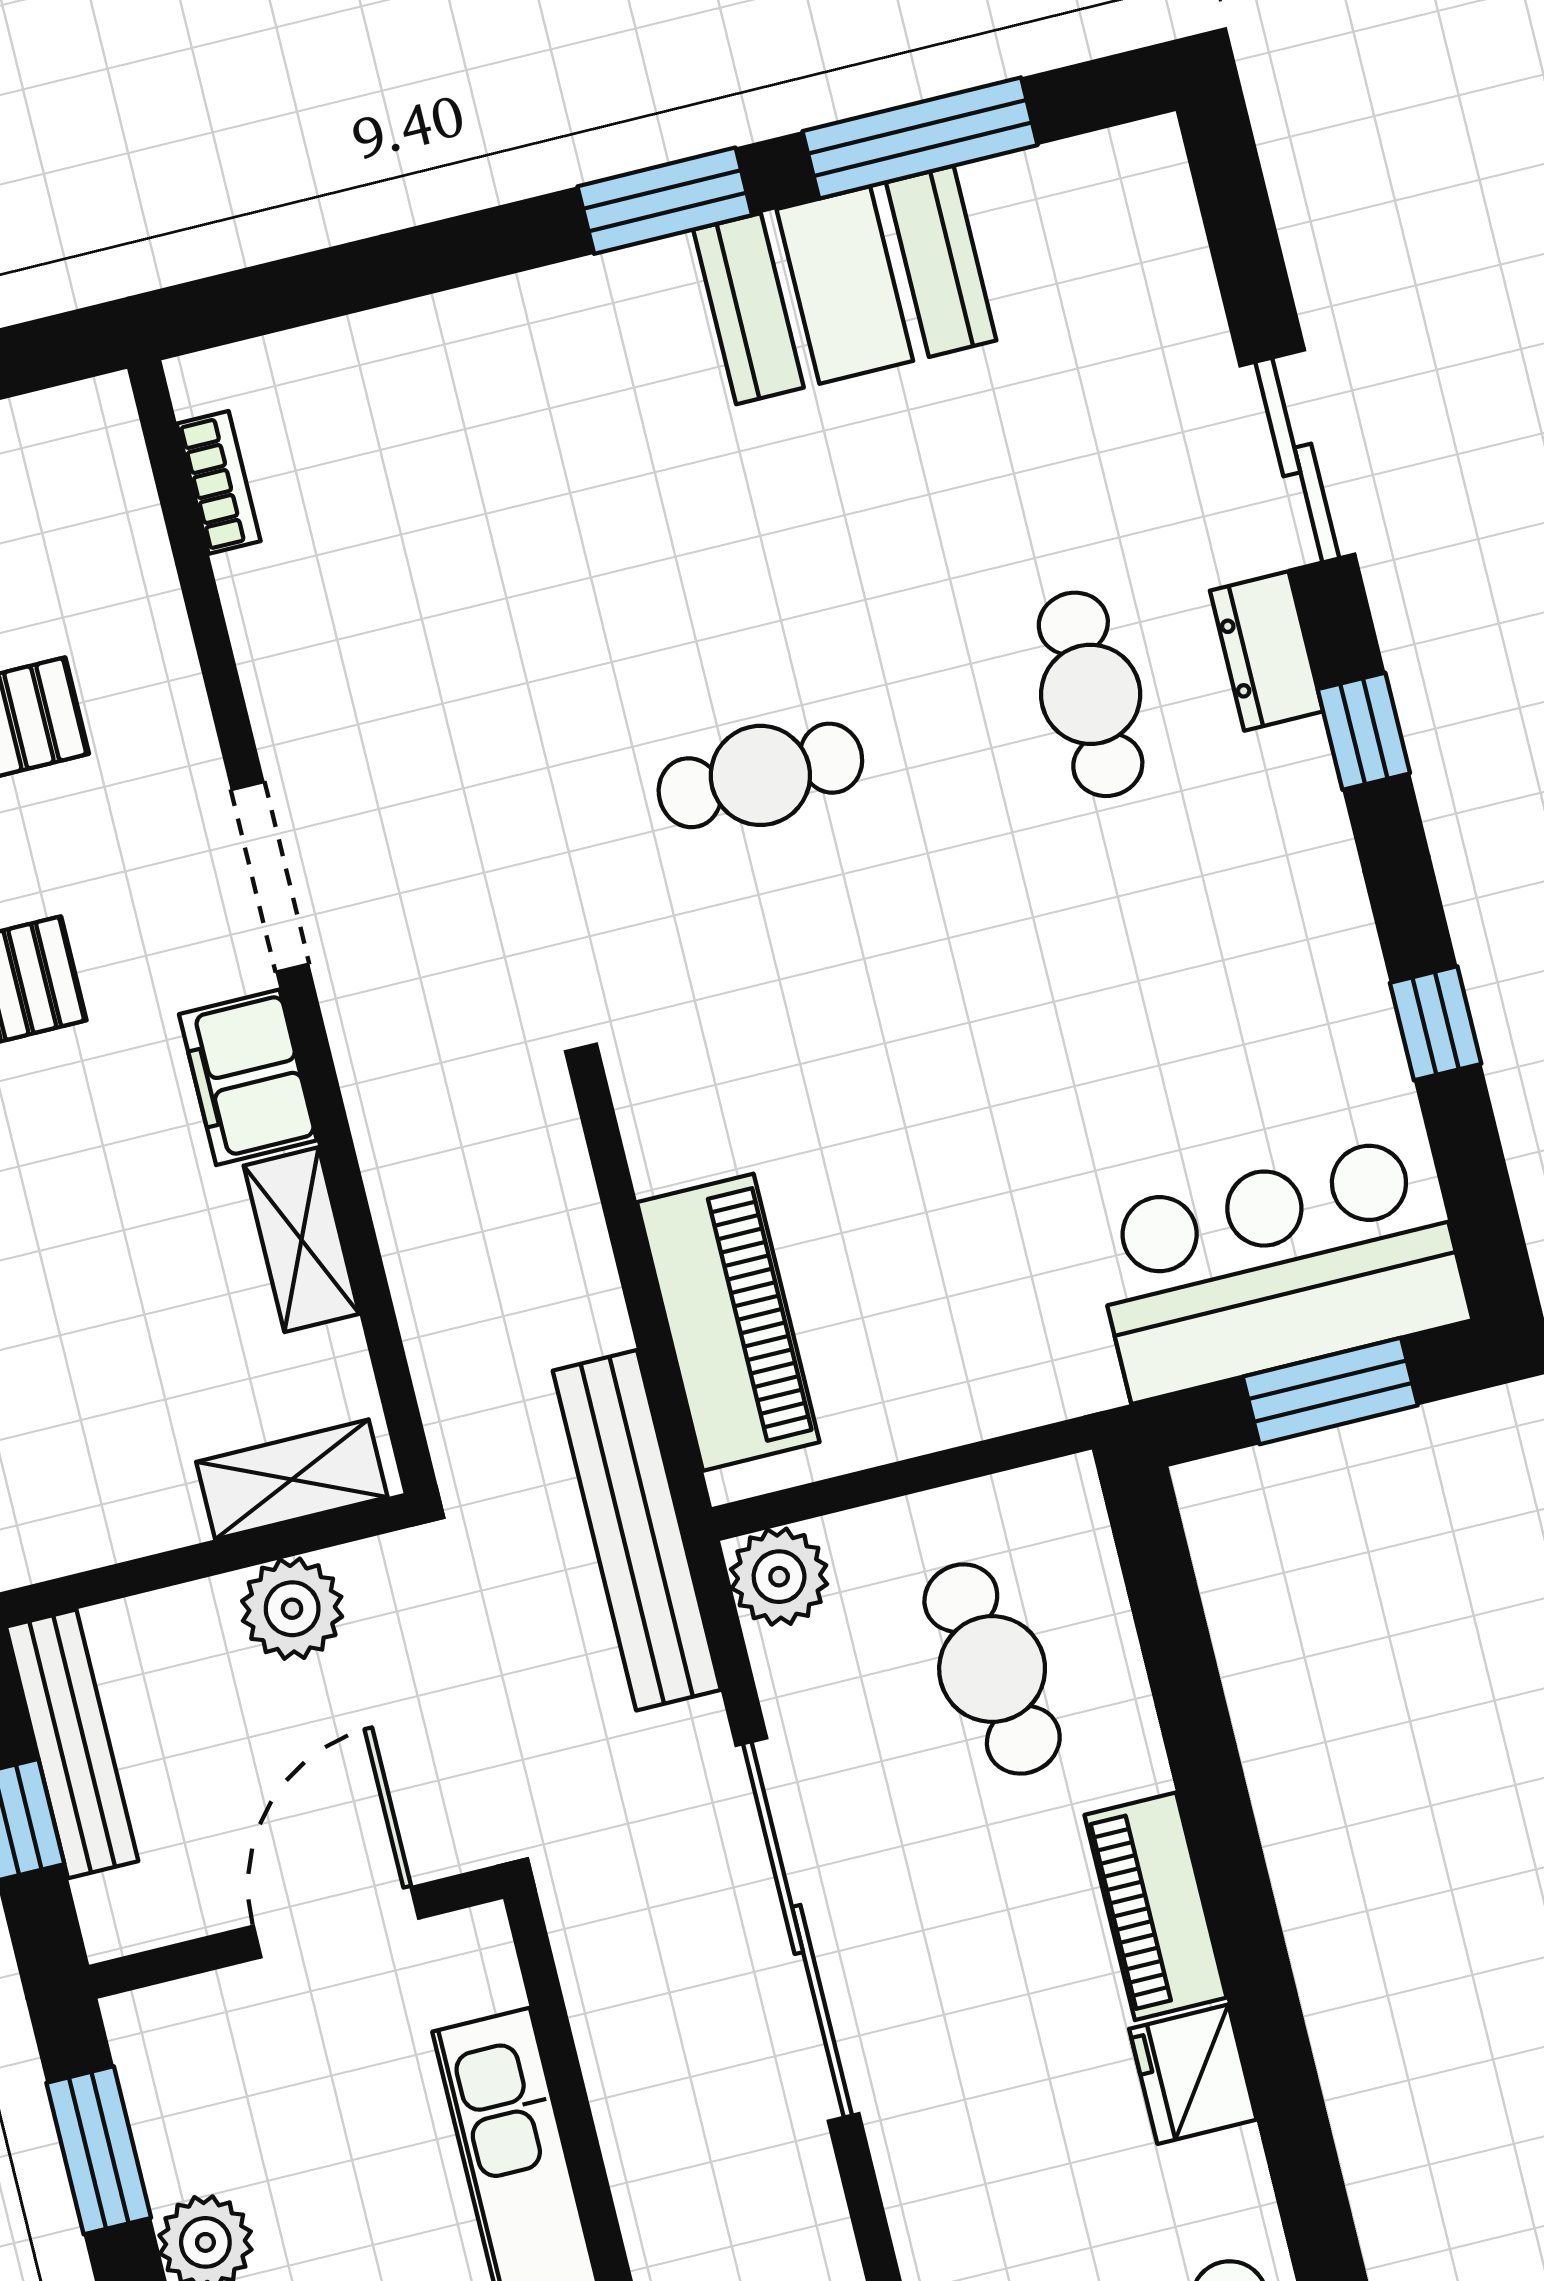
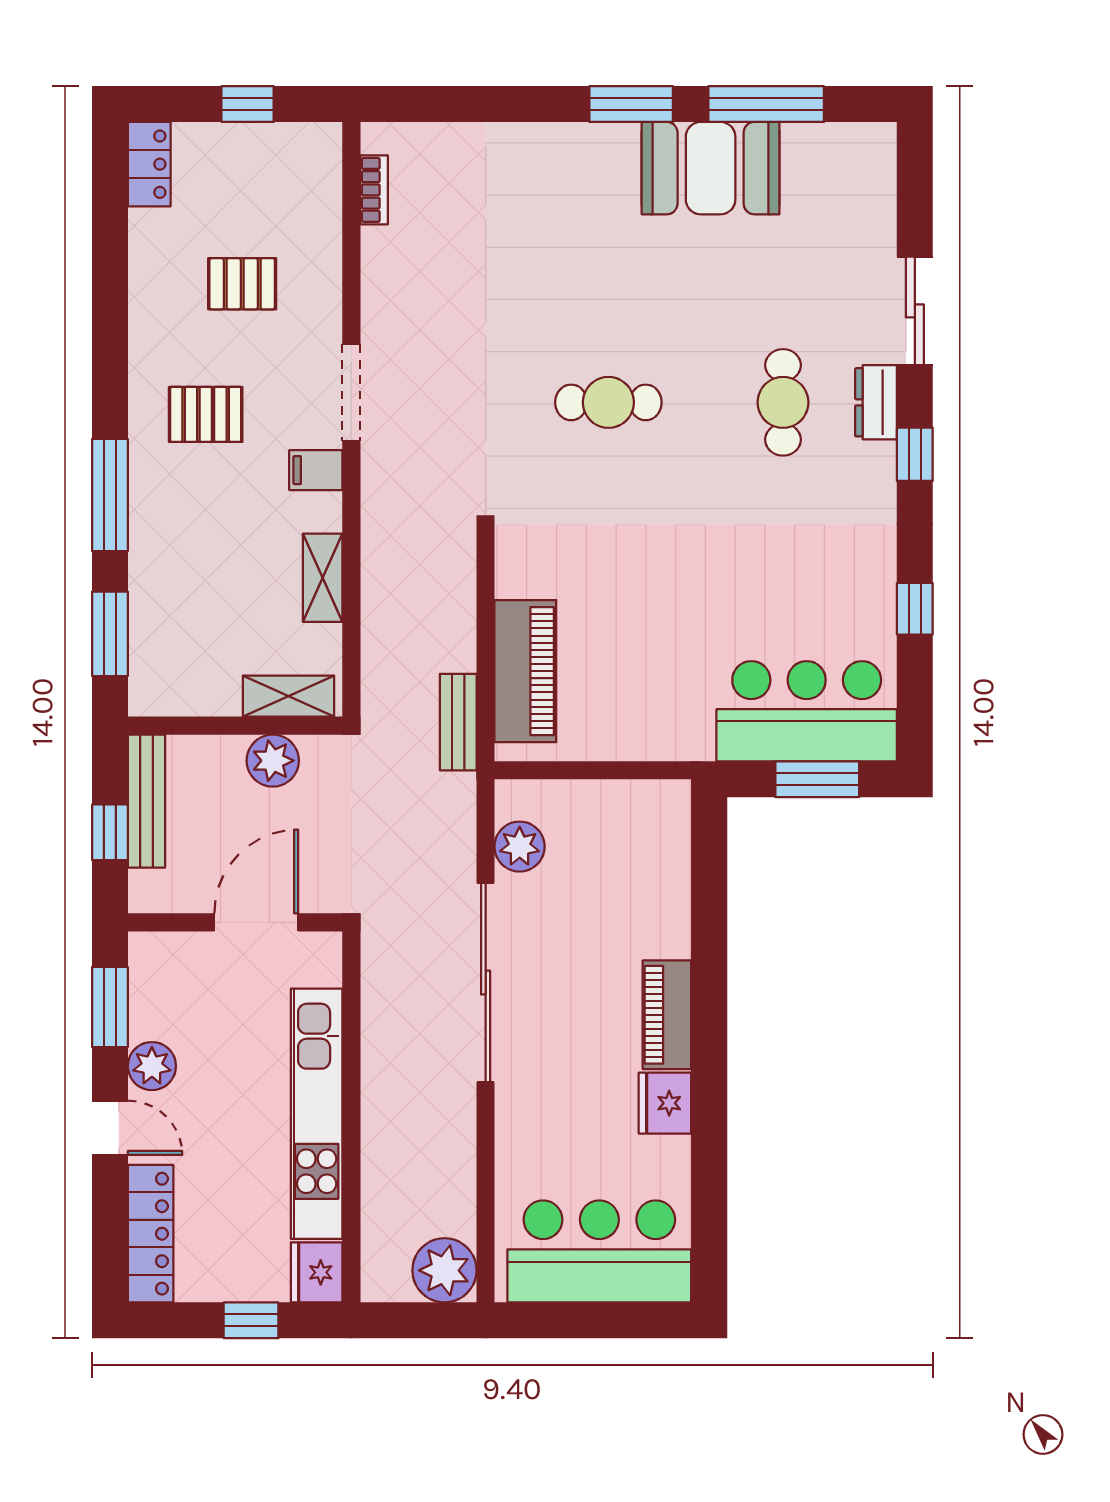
filing cabinet: (248, 1077) -> (316, 470), width x0.50
bench: (637, 1530) -> (458, 722), width x0.54, depth x0.82
plant: (779, 1577) -> (520, 847), moved
cafe table: (992, 1669) -> (614, 876), removed

